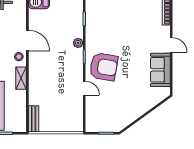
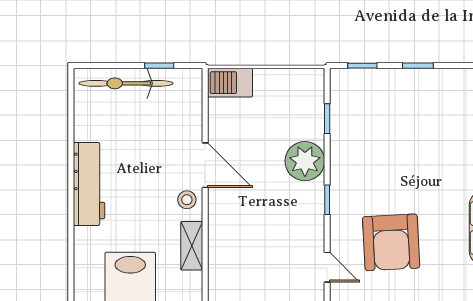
plant: (78, 43) -> (305, 161), width x1.88, depth x1.88
armchair: (104, 67) -> (391, 242), moved, turned 77

